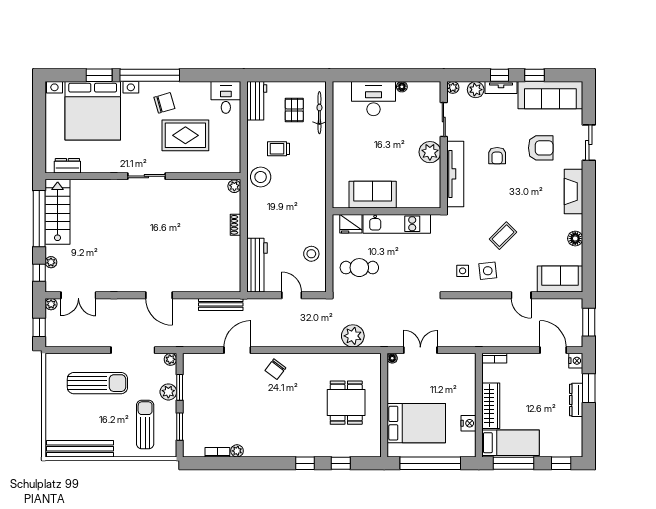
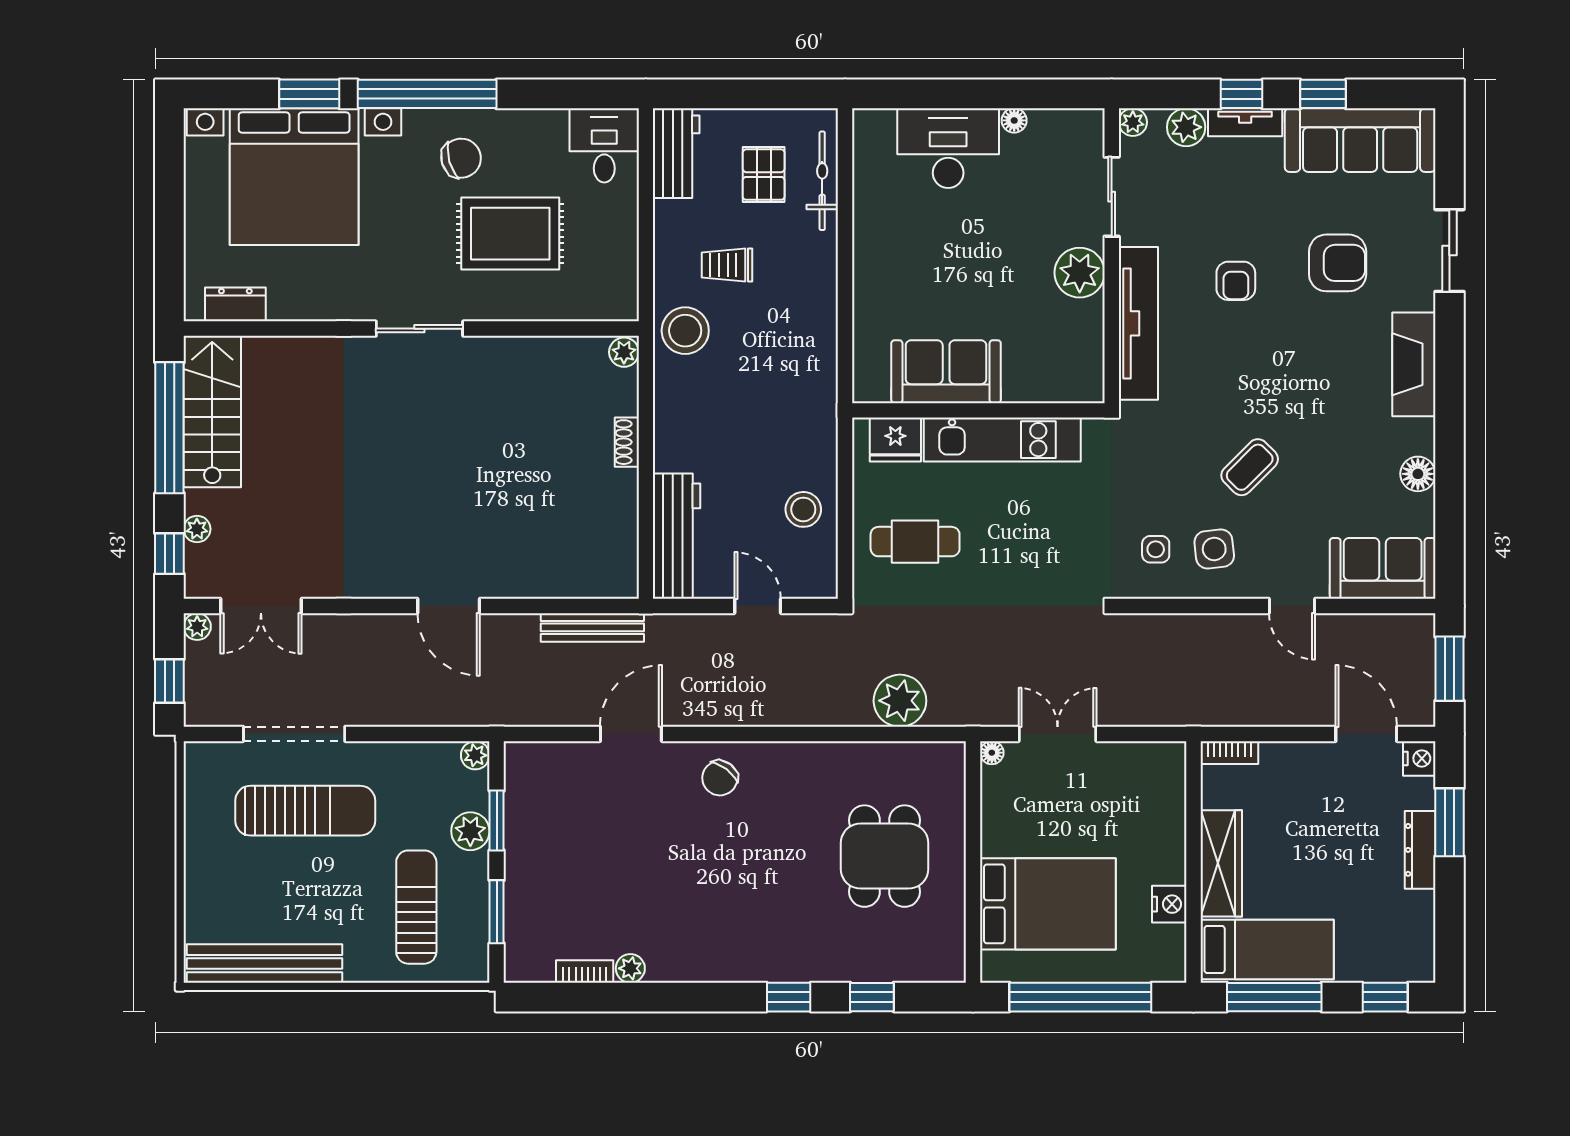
doorway: (133, 350) -> (294, 734), moved

